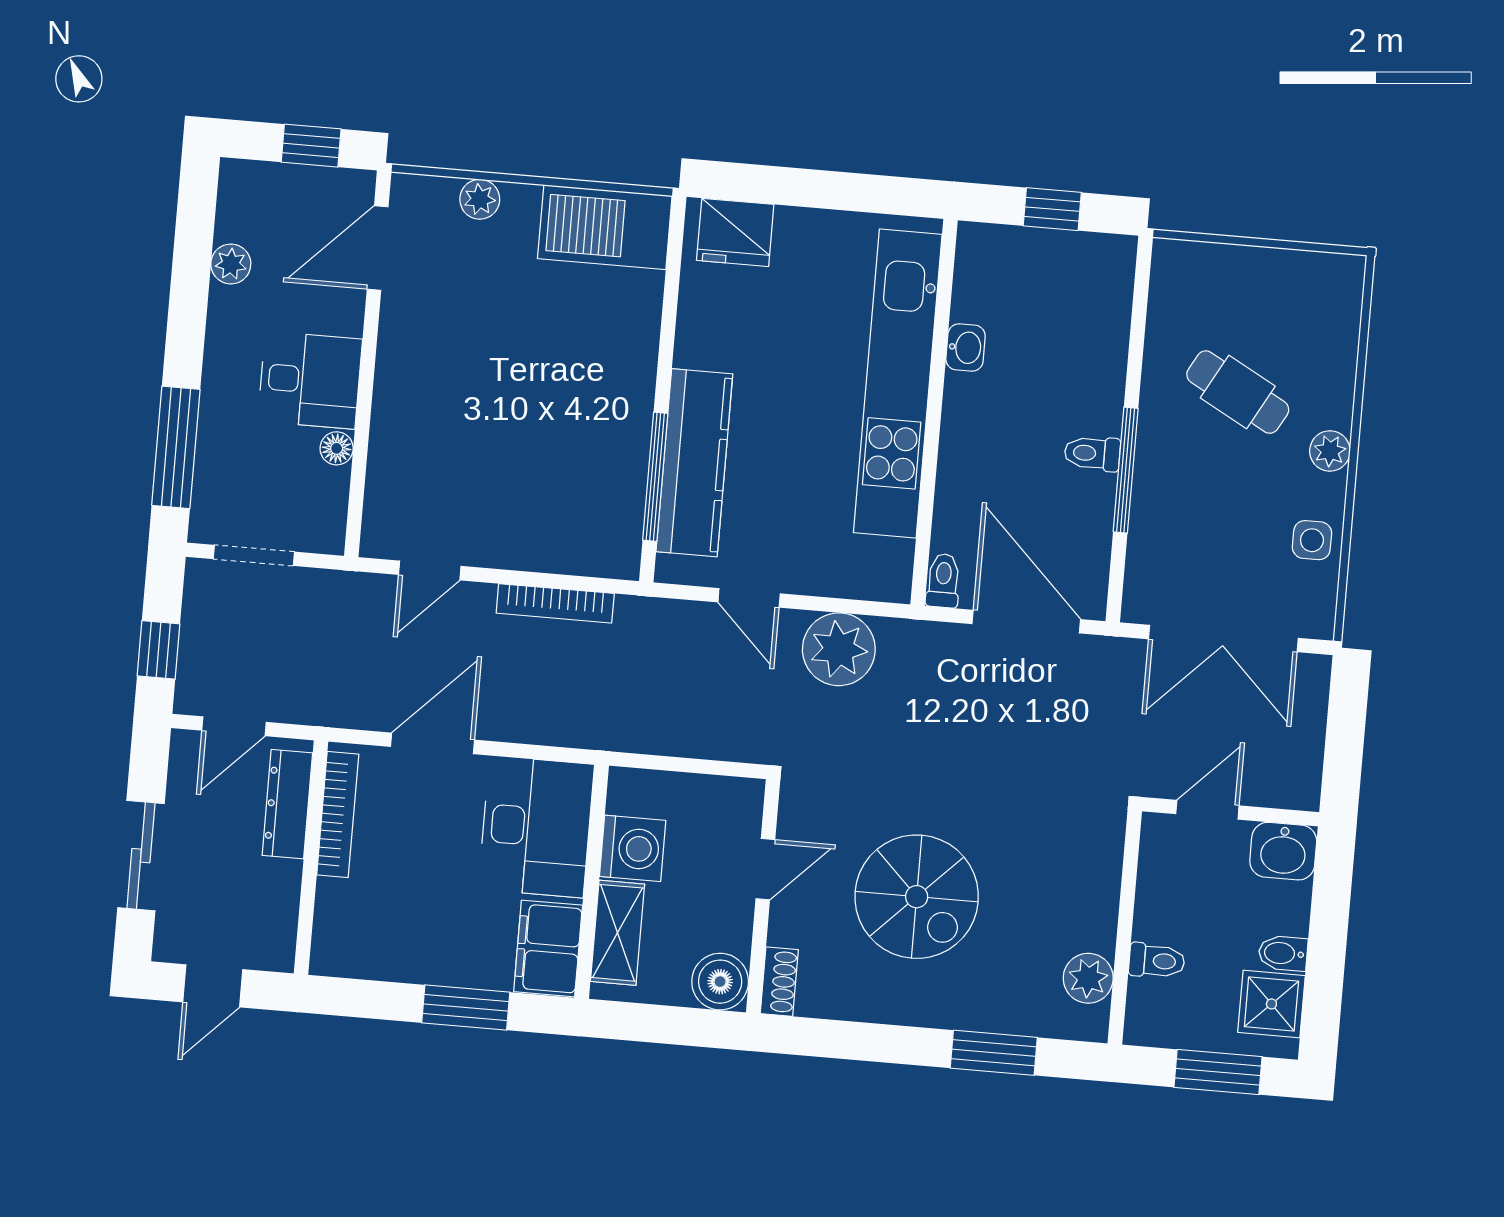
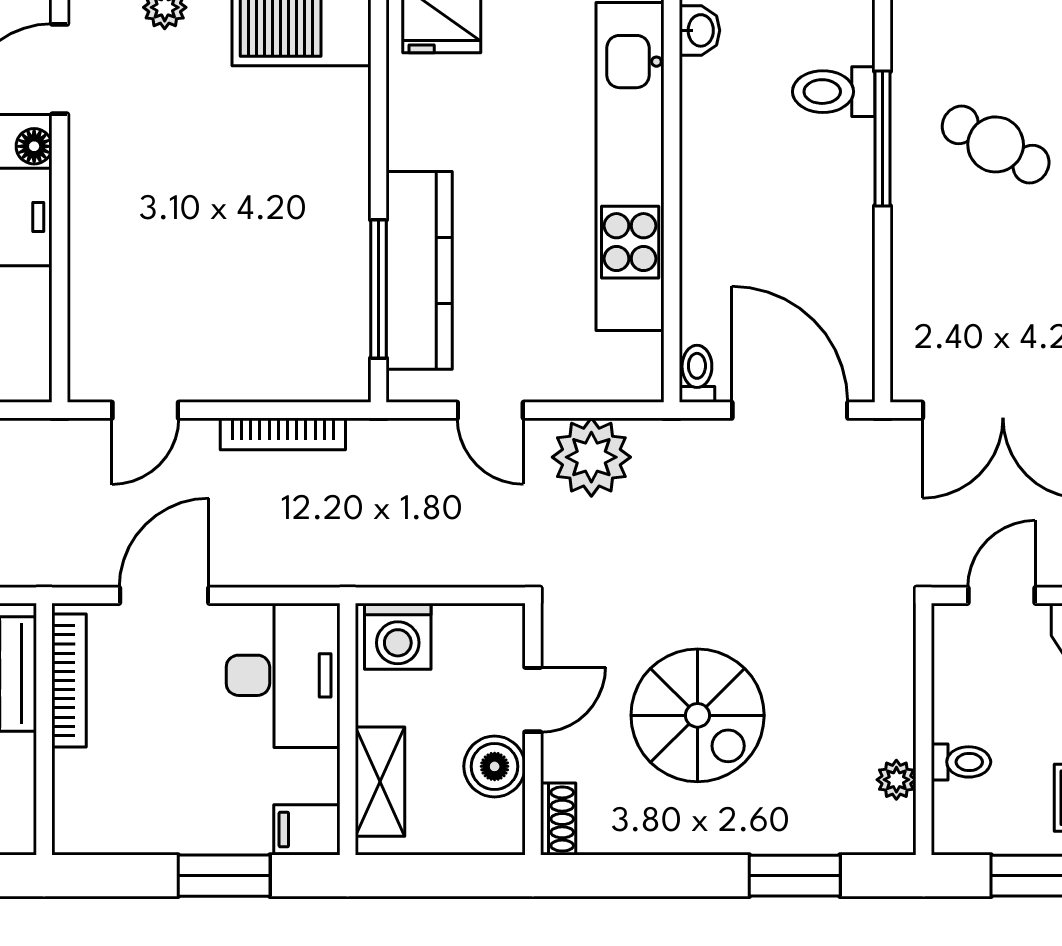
washbasin: (966, 348) -> (700, 30), moved
floor lamp: (337, 448) -> (34, 146), moved
toilet: (1092, 453) -> (834, 92), moved, width x1.37, depth x1.39
window: (1126, 470) -> (883, 139), moved
washing machine: (633, 848) -> (398, 636), moved, turned 90
filing cabinet: (548, 948) -> (307, 829), width x0.50
plant: (1088, 978) -> (896, 780), width x0.73, depth x0.73
boiler: (720, 982) -> (495, 766), moved

